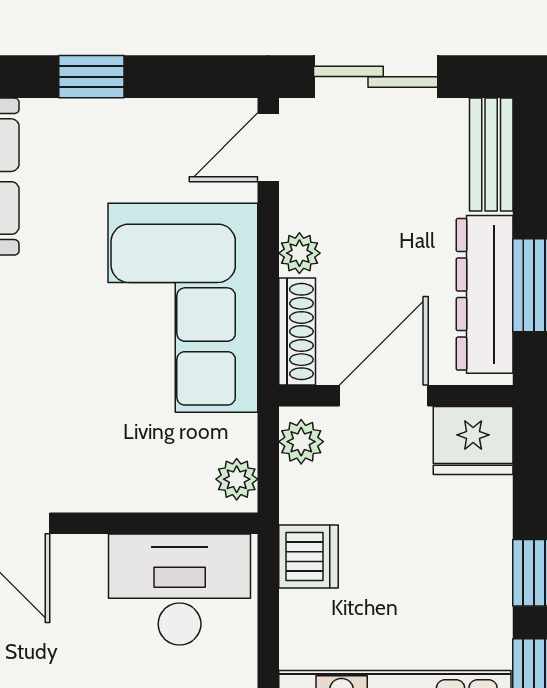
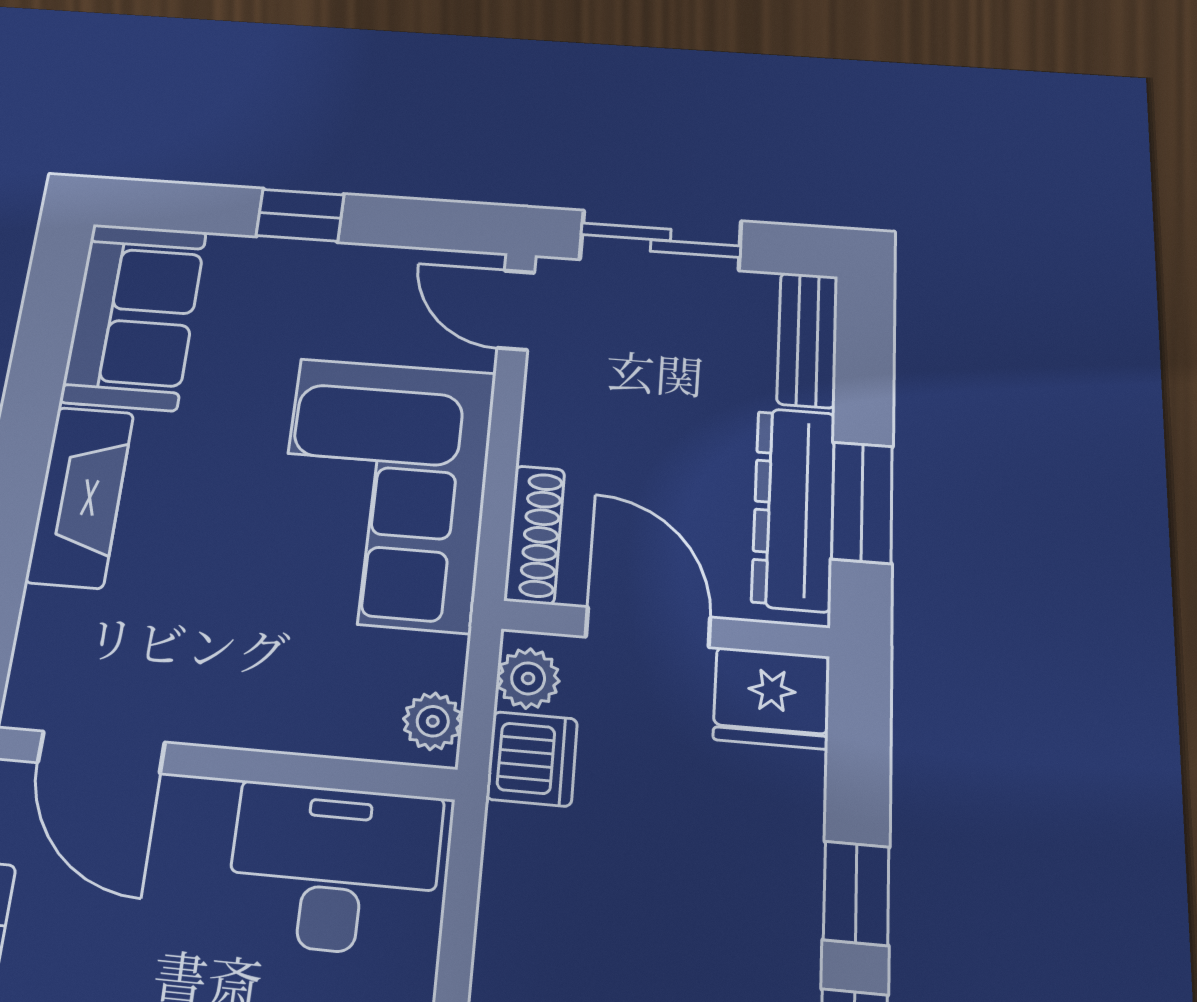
door: (268, 147) -> (516, 310), hinge flipped
plant: (299, 253) -> (546, 438), removed
door: (384, 396) -> (648, 627), hinge flipped
dishwasher: (309, 557) -> (532, 759), moved

